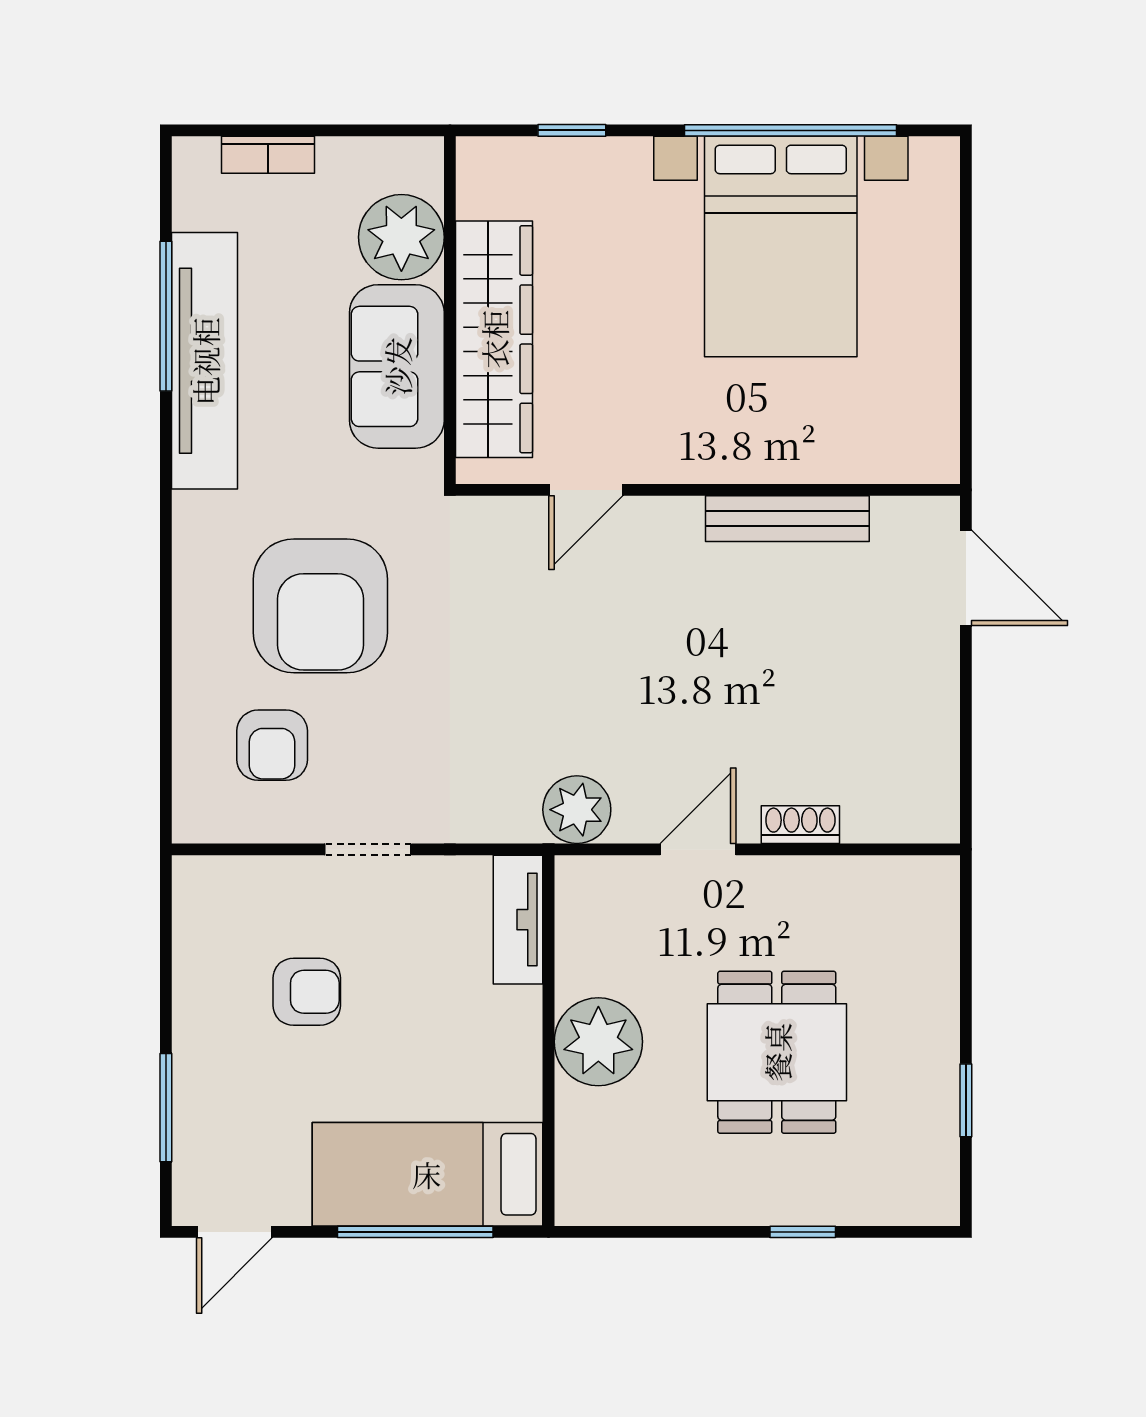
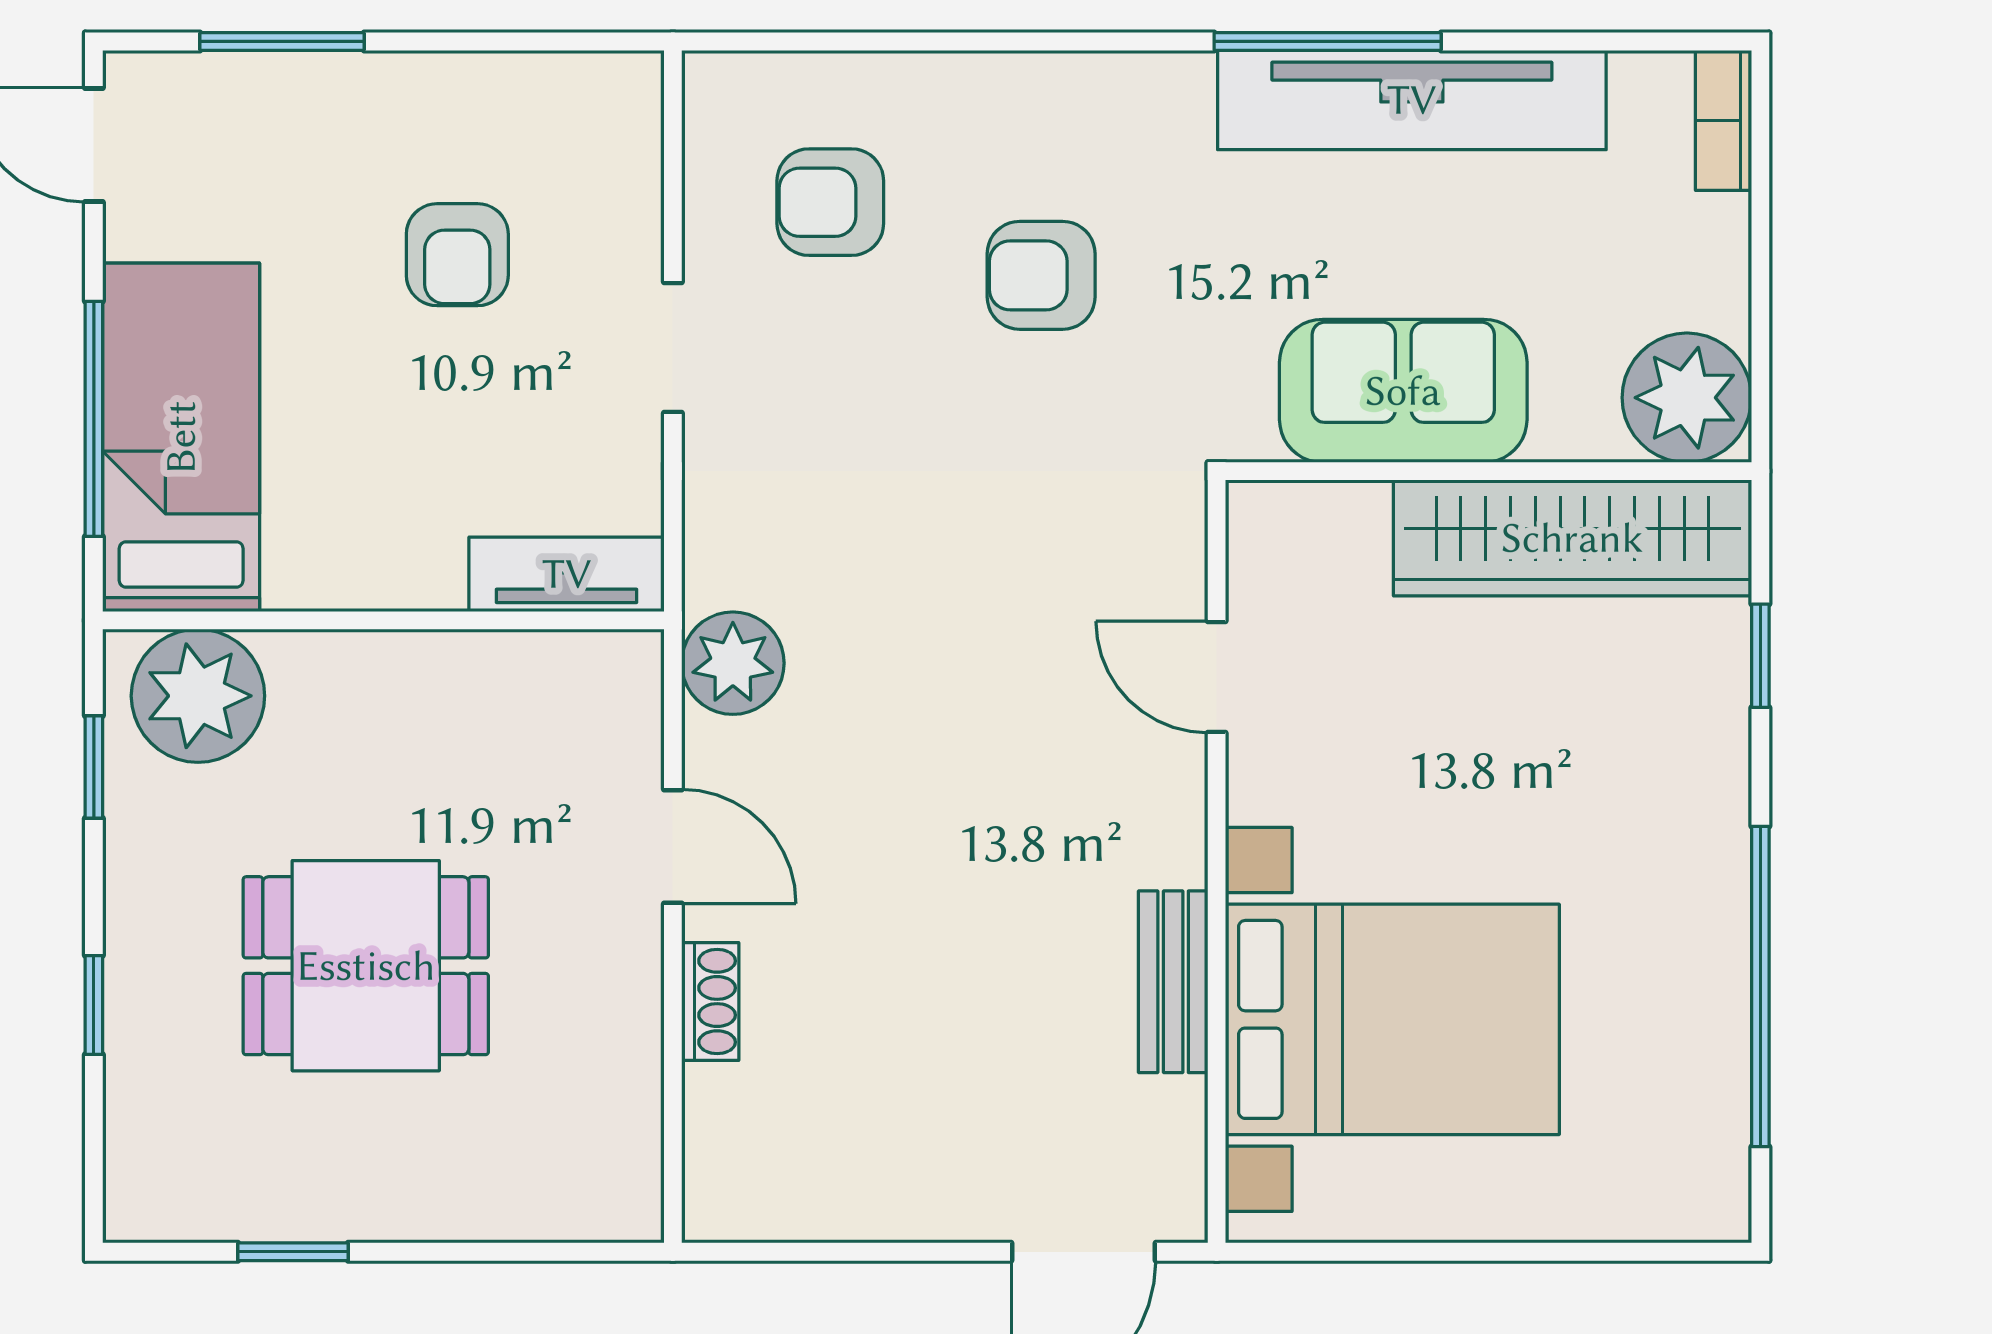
bookcase: (268, 155) -> (1723, 120), moved
plant: (401, 237) -> (1687, 398), moved
bed with nightstands: (781, 247) -> (1392, 1019), moved, turned 180
window: (166, 316) -> (1328, 41), moved
wardrobe: (494, 339) -> (1572, 538), moved
bench: (787, 519) -> (1173, 982), width x0.73
armchair: (320, 606) -> (1041, 275), width x0.53, depth x0.53
plant: (598, 1042) -> (198, 696), moved
window: (645, 1232) -> (94, 767), added

